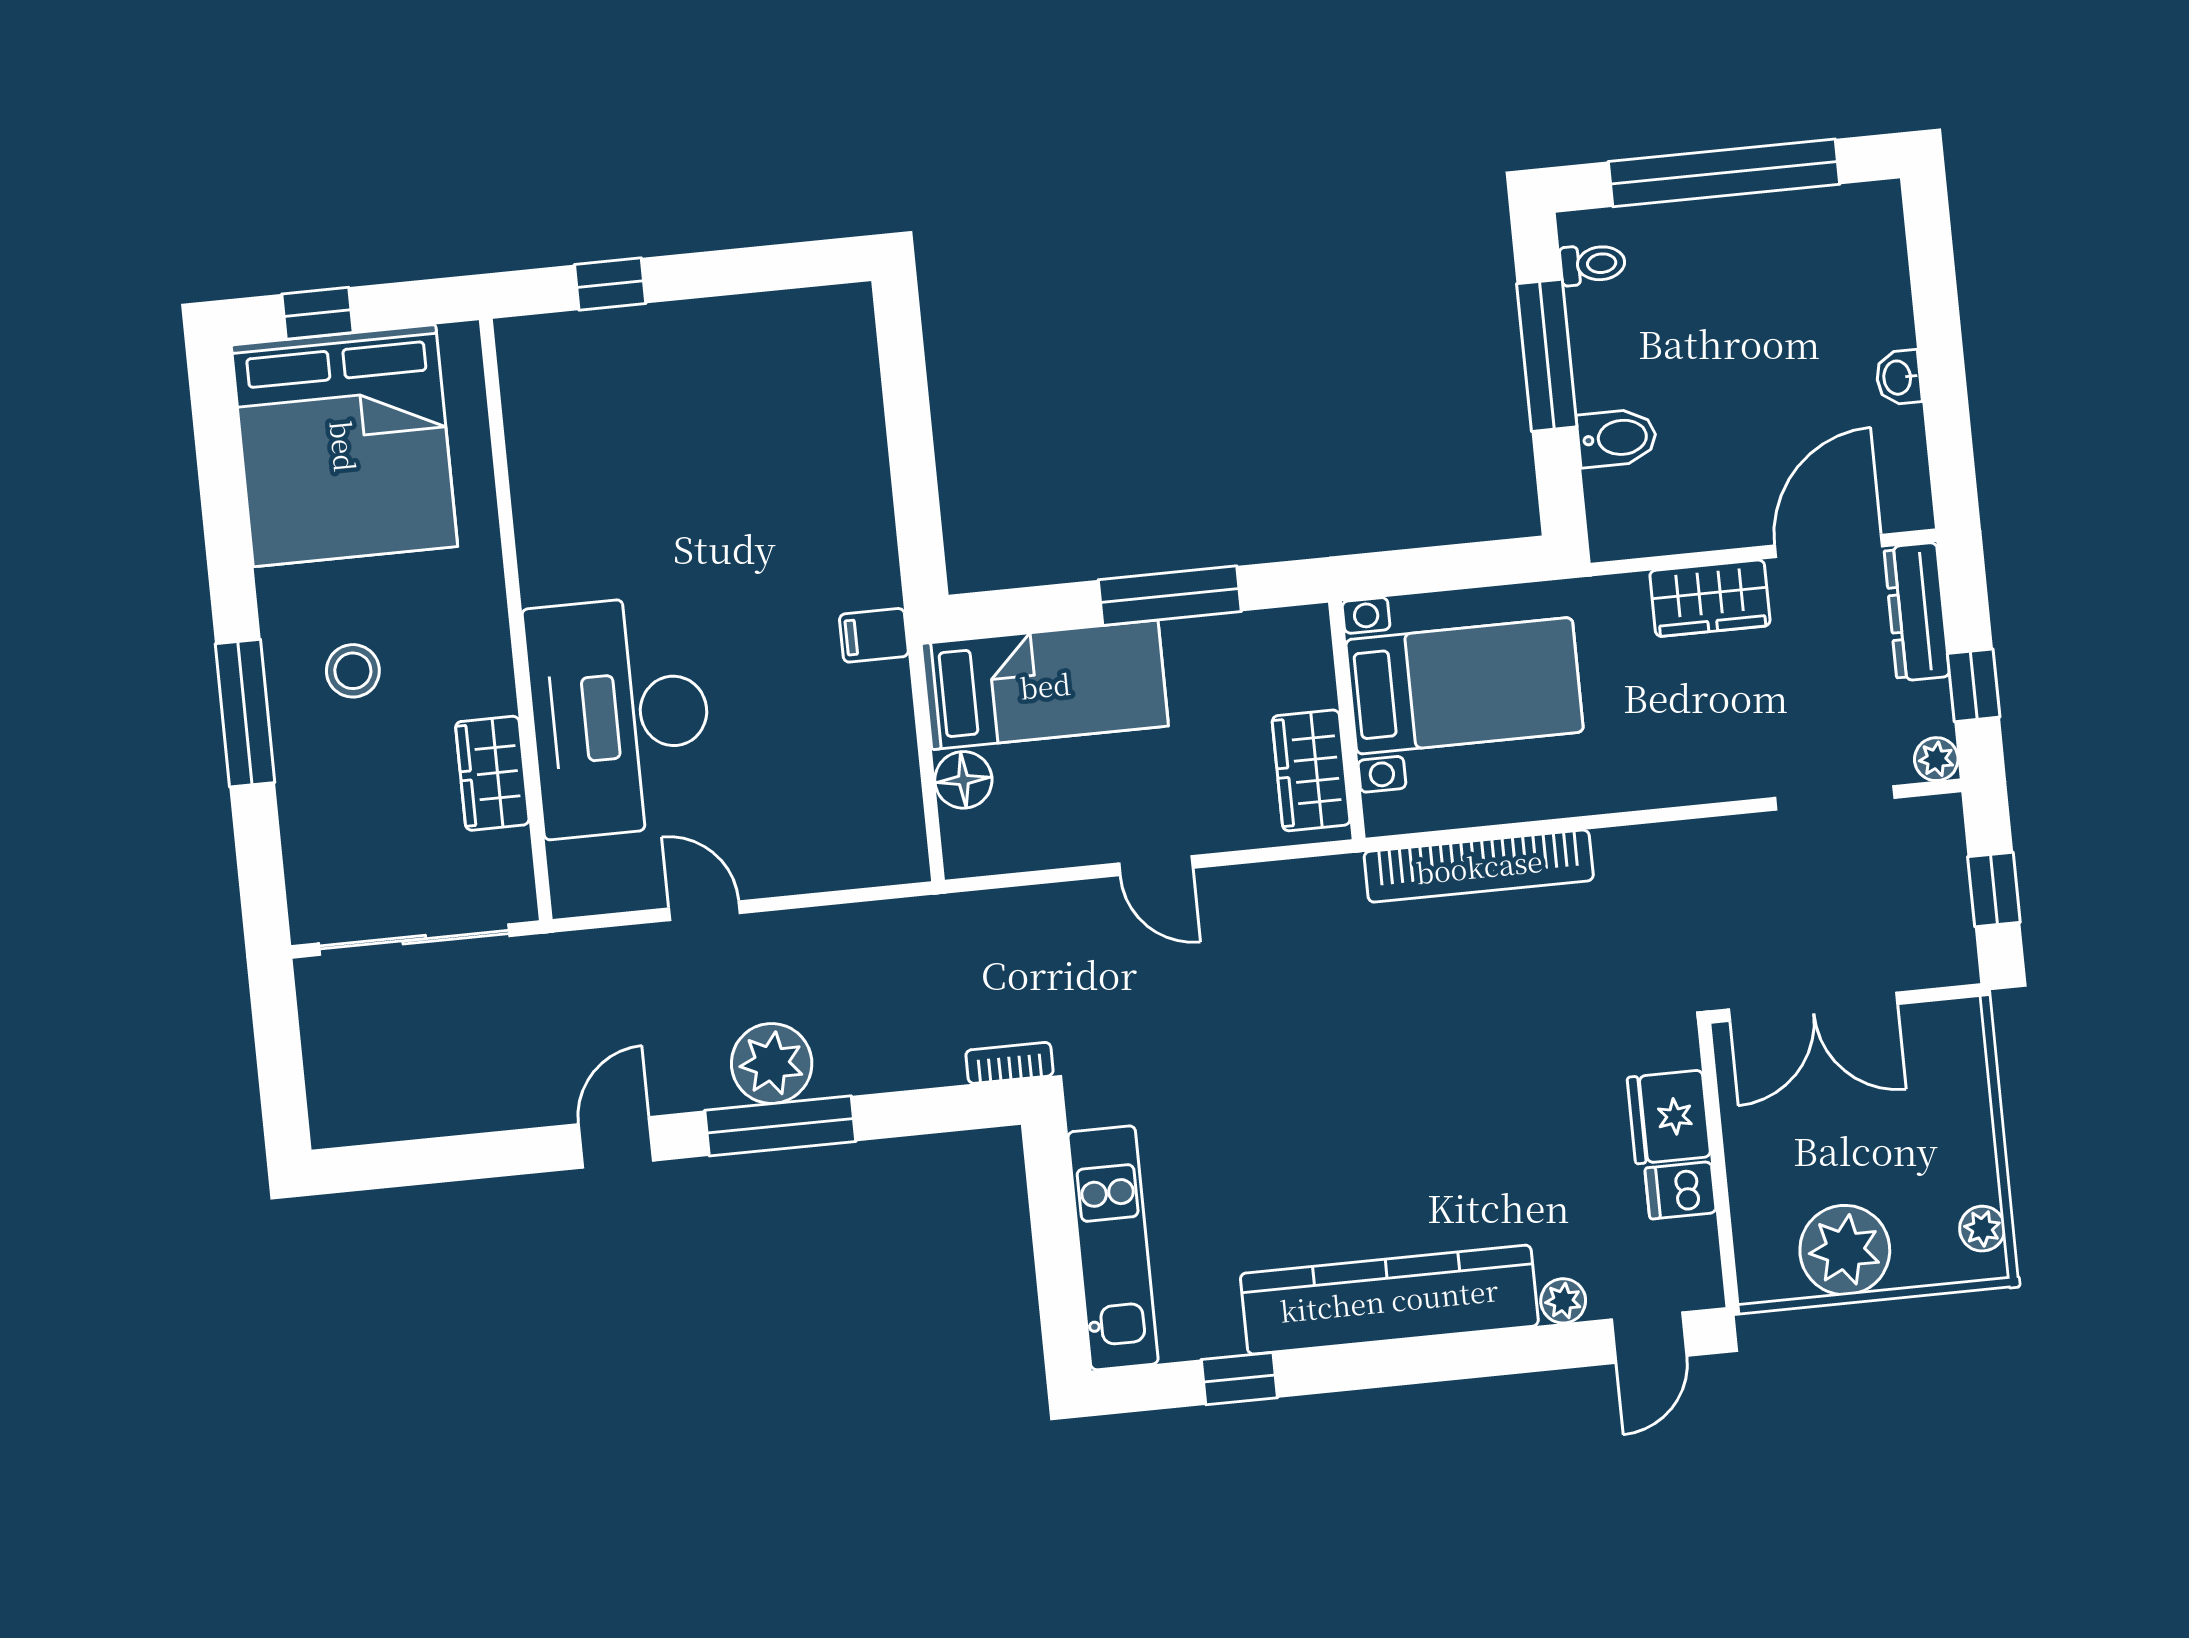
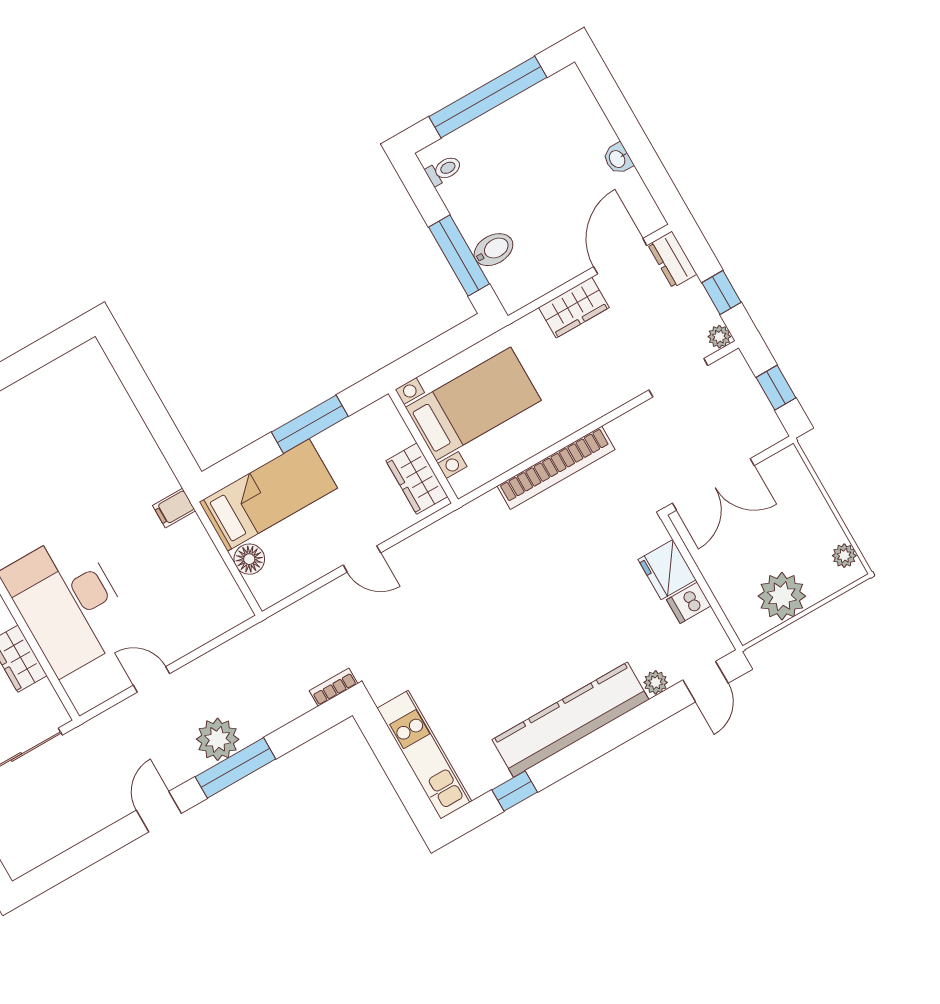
window: (1547, 355) -> (459, 256), moved
dresser: (1917, 612) -> (672, 260), width x0.70
bookcase: (1479, 866) -> (556, 468), moved

